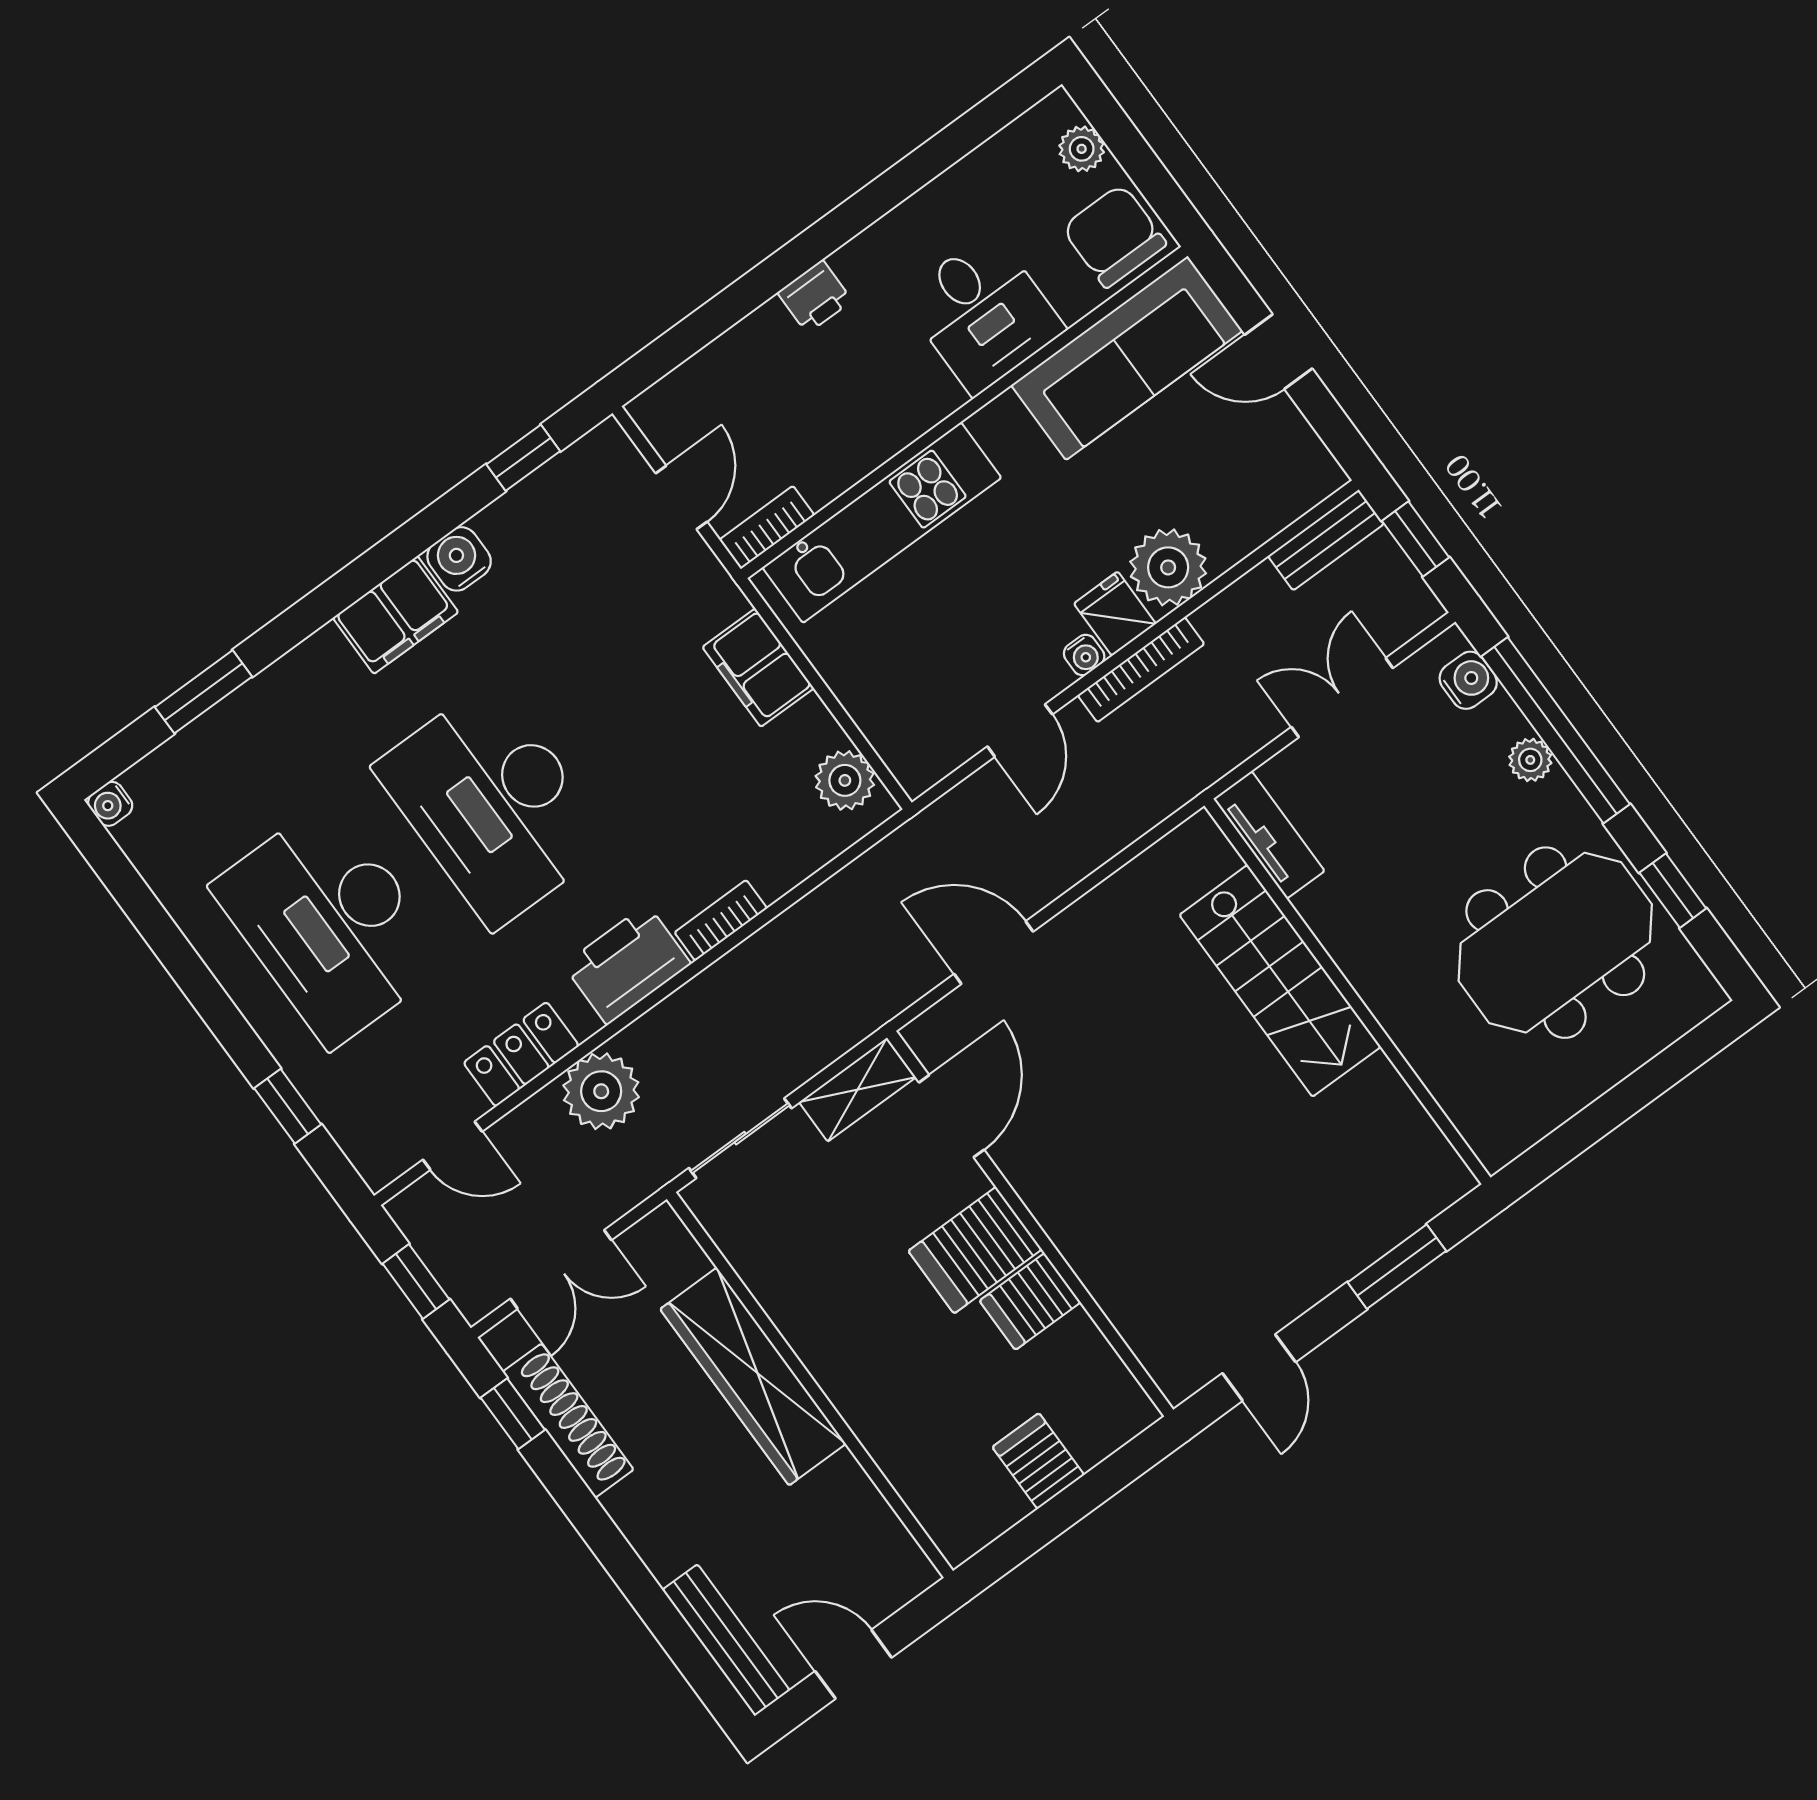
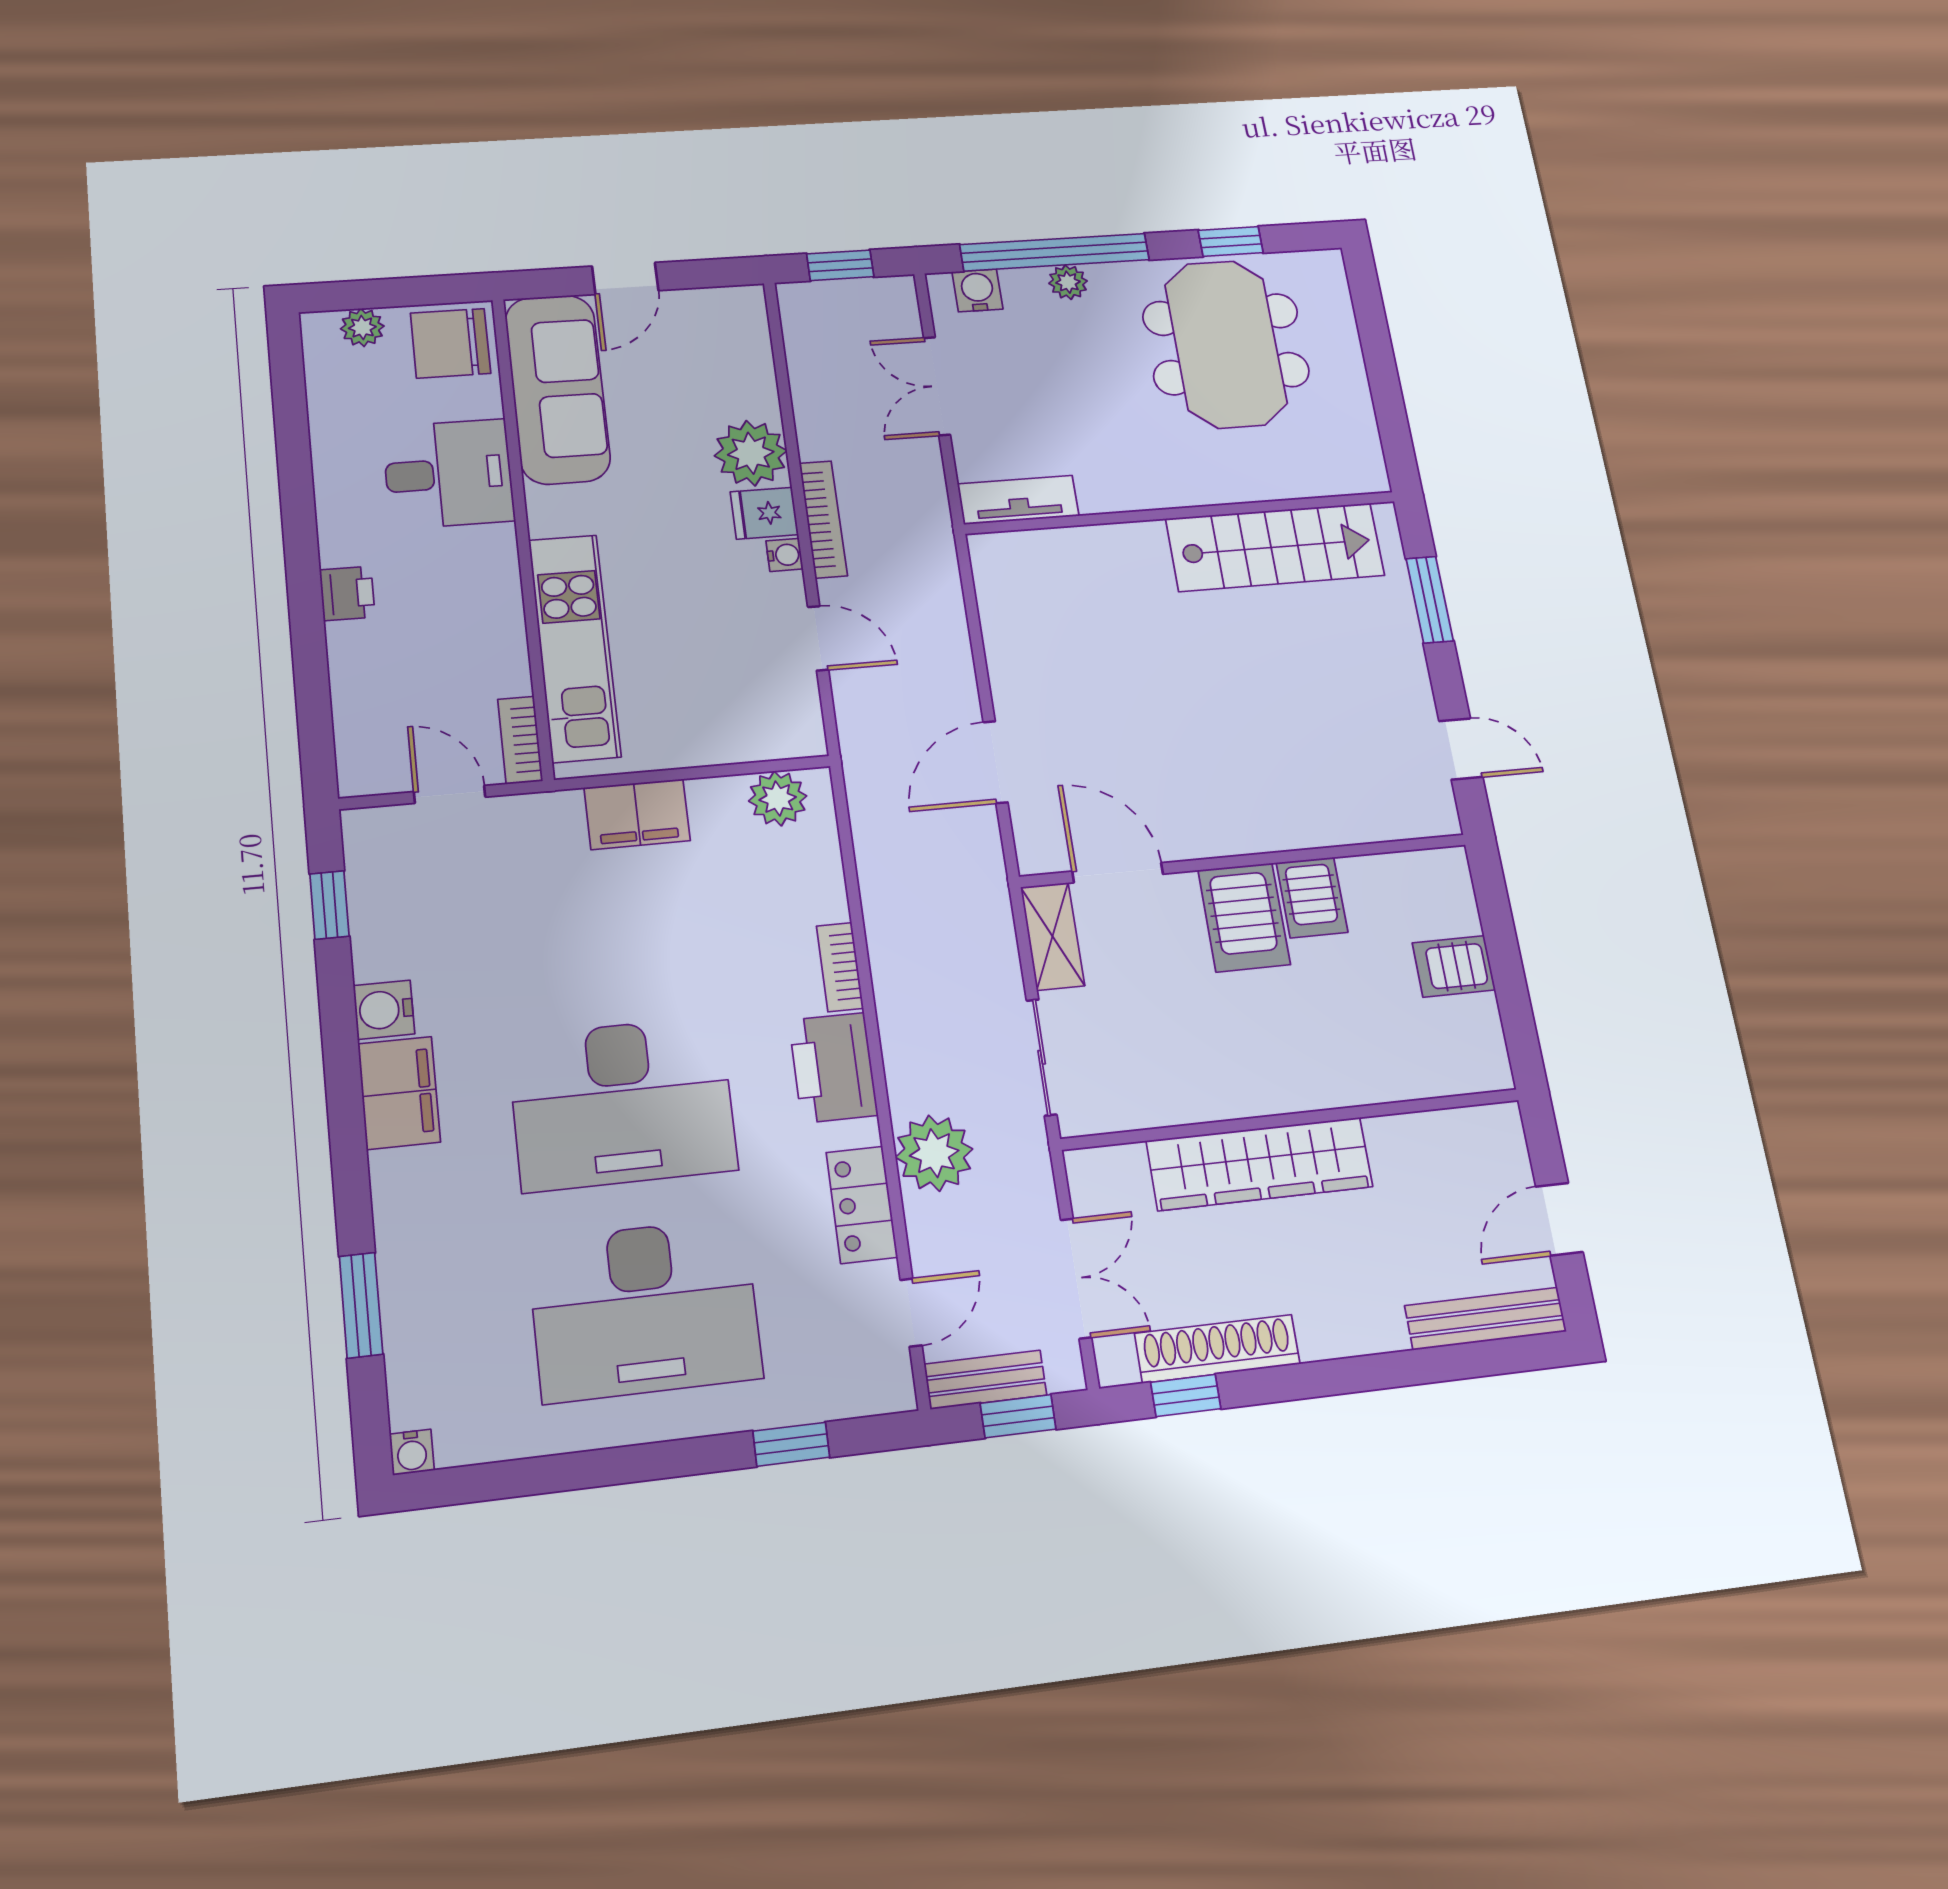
bench: (1326, 540) -> (985, 1380), moved, turned 90
stairs: (1280, 981) -> (1275, 547), moved

